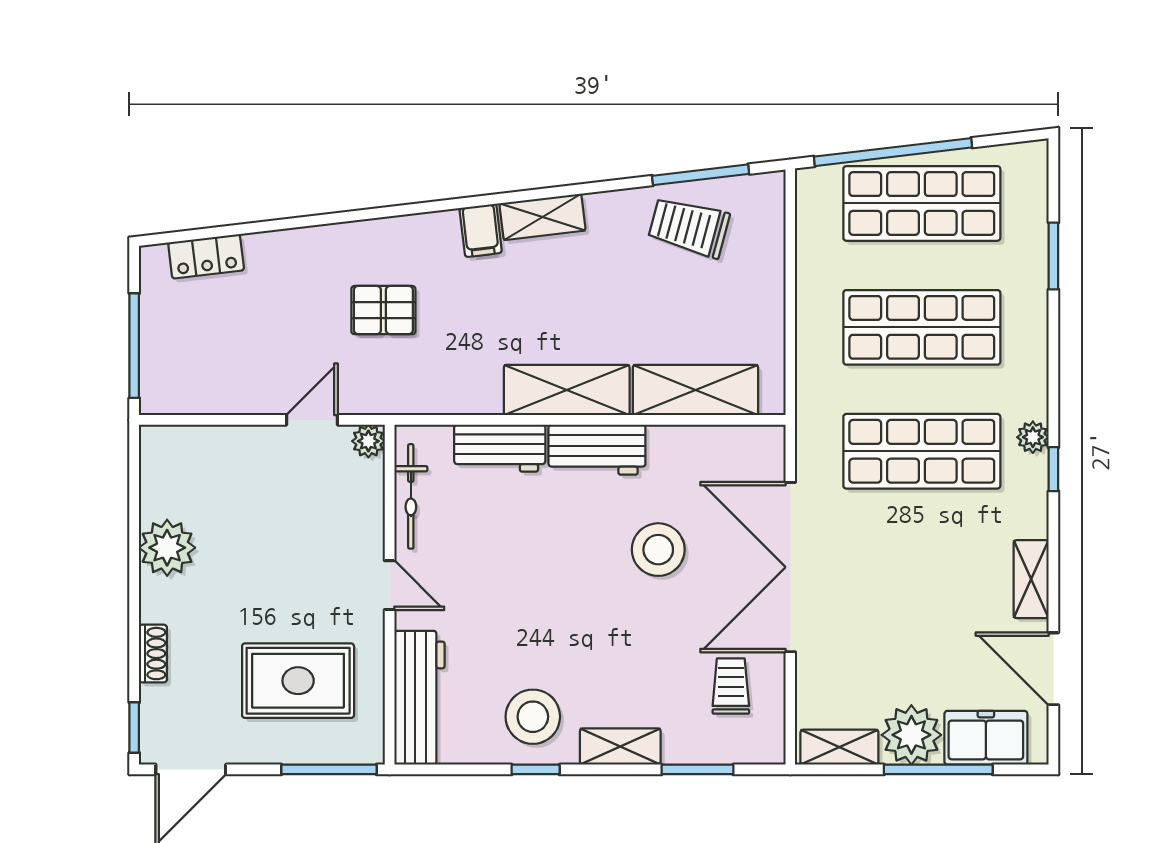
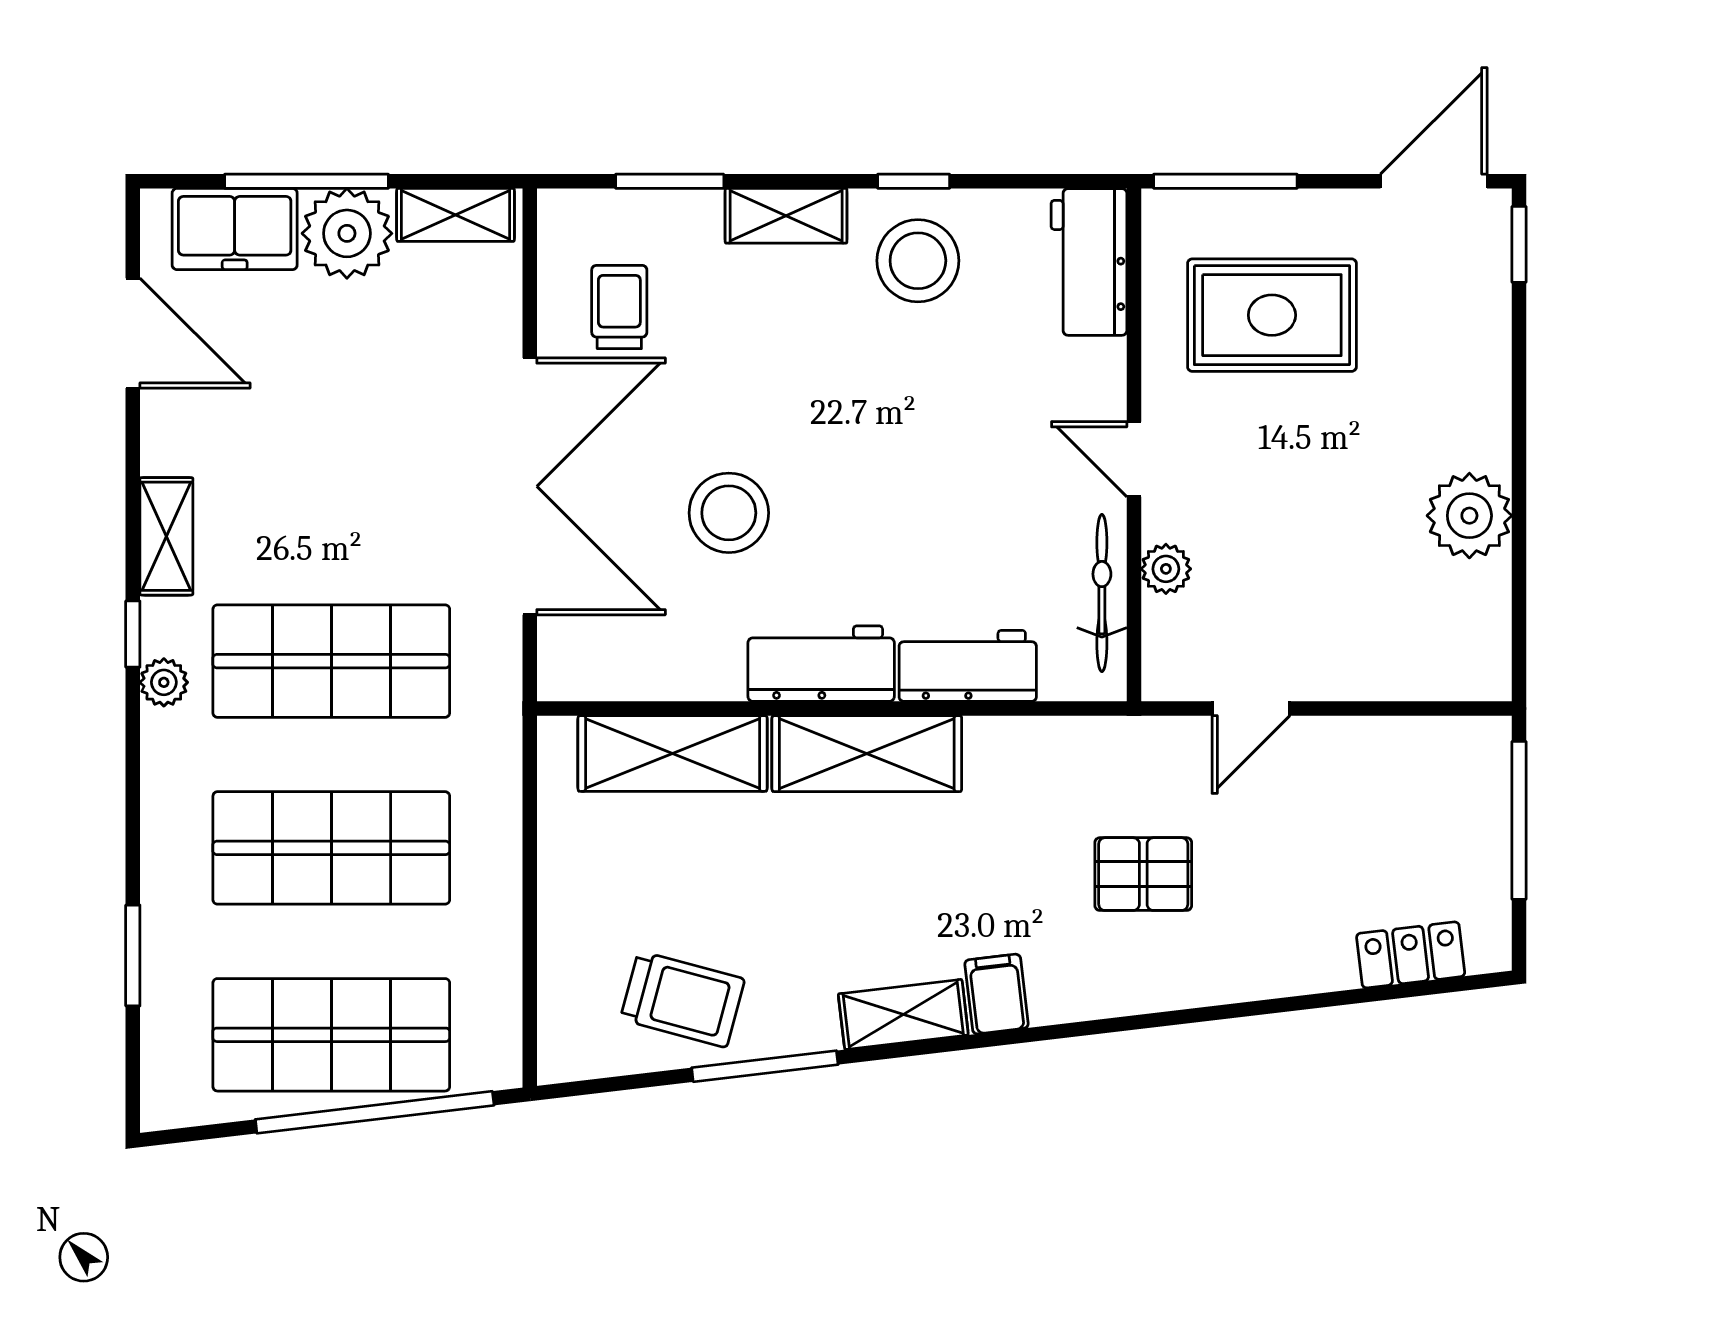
window: (701, 175) -> (765, 1066), moved
plant: (368, 441) -> (1166, 569), moved
shelving: (1031, 579) -> (166, 536), moved
shoe rack: (153, 654) -> (1491, 356), removed
trolley: (731, 686) -> (619, 307), turned 180
workbench: (419, 698) -> (1089, 262), width x0.73

